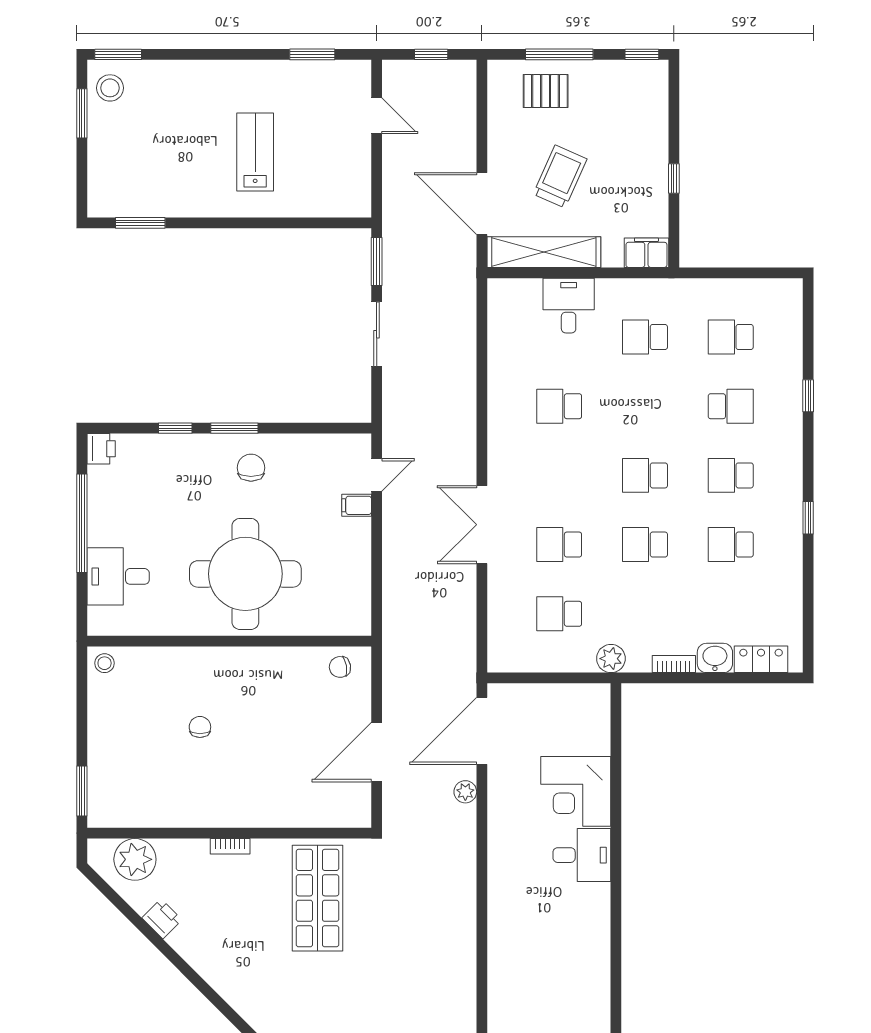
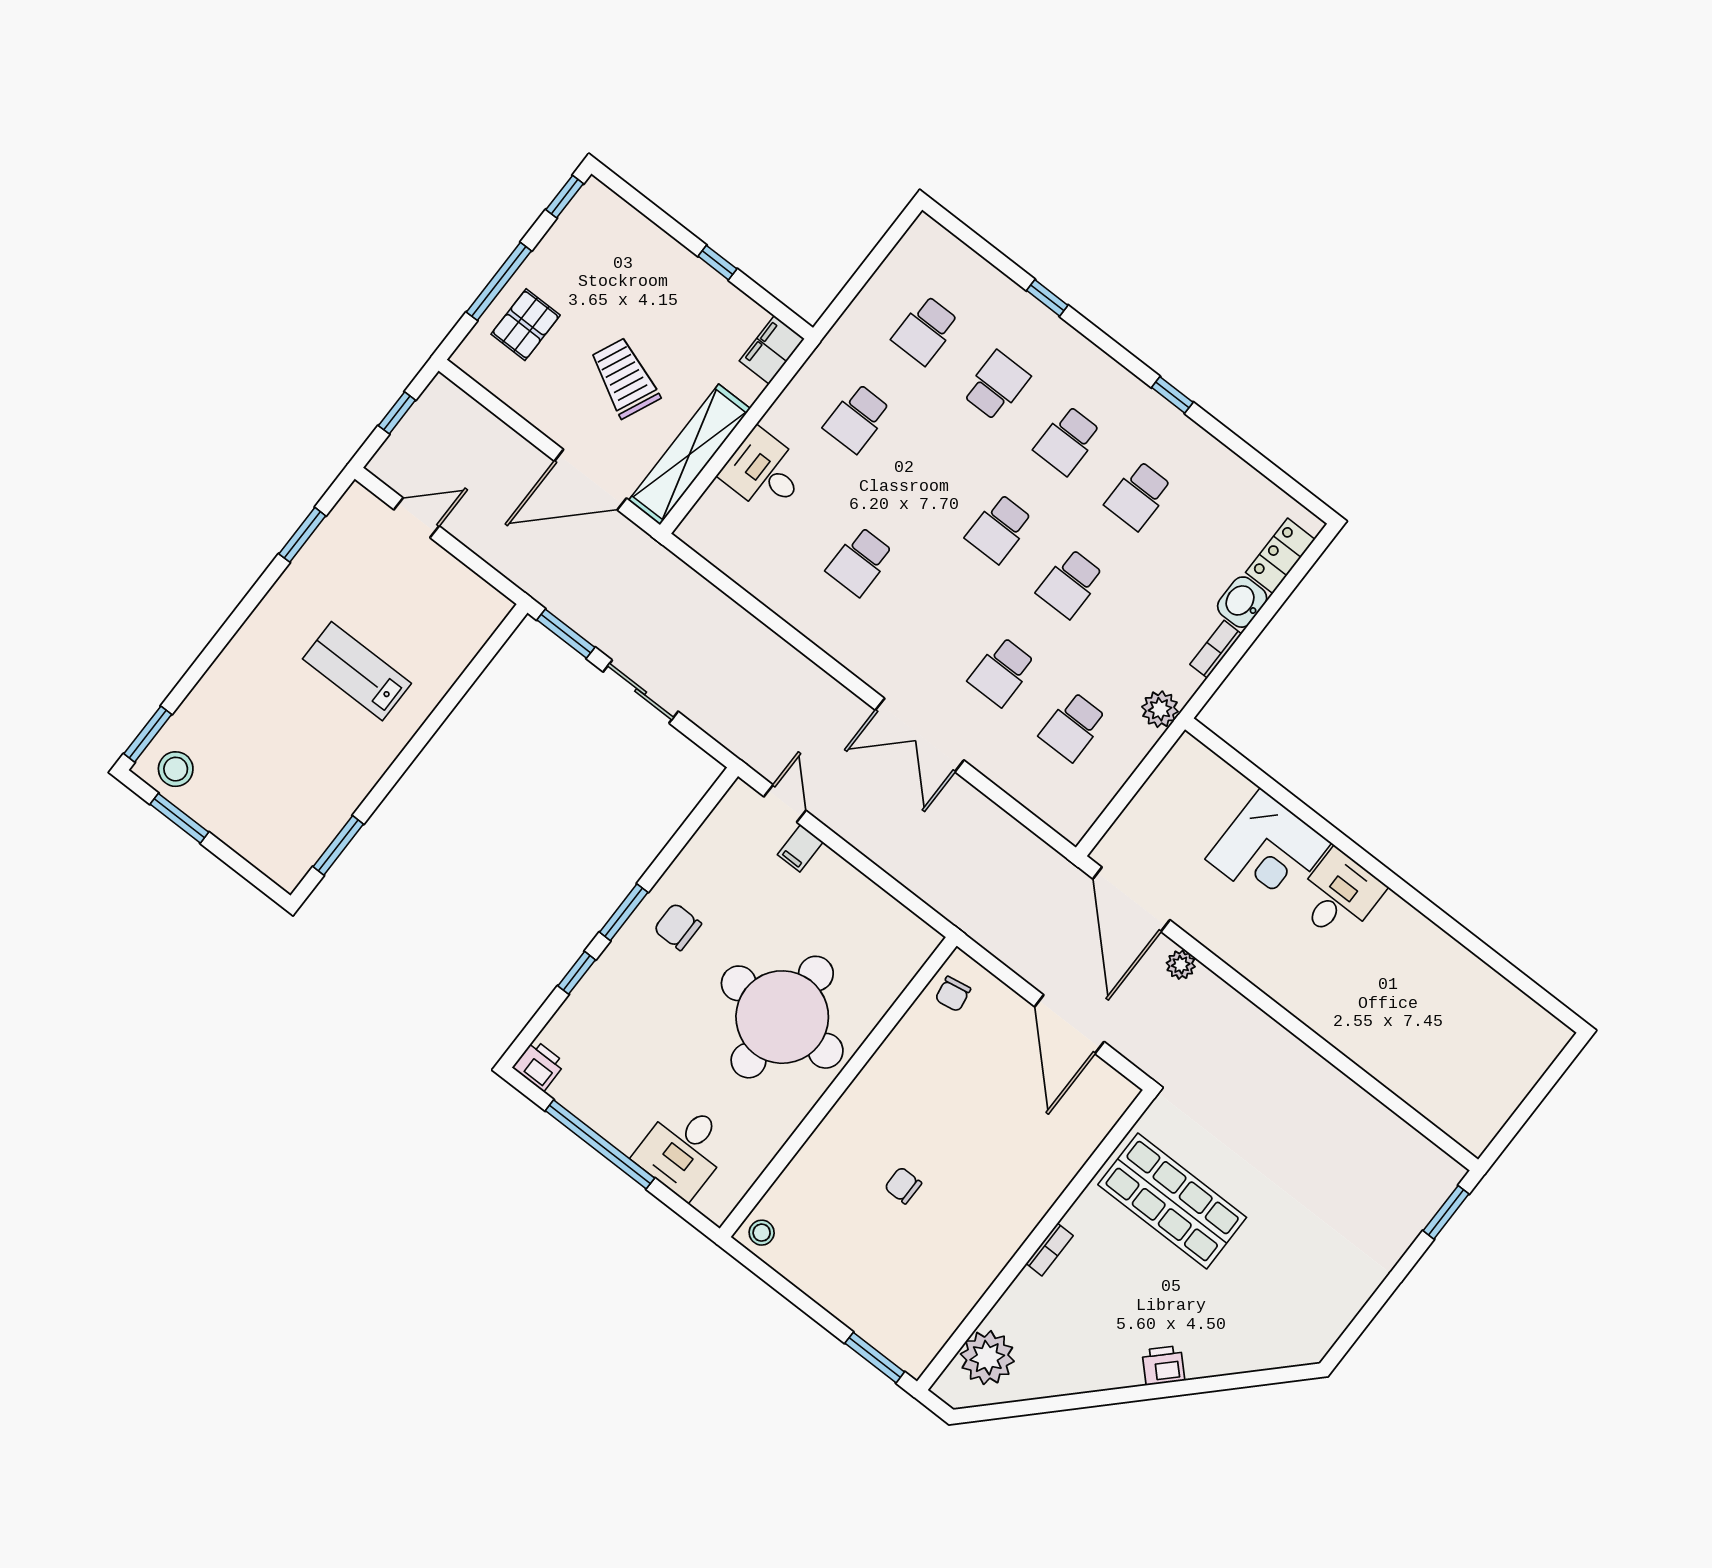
printer: (162, 919) -> (1163, 1365), moved

